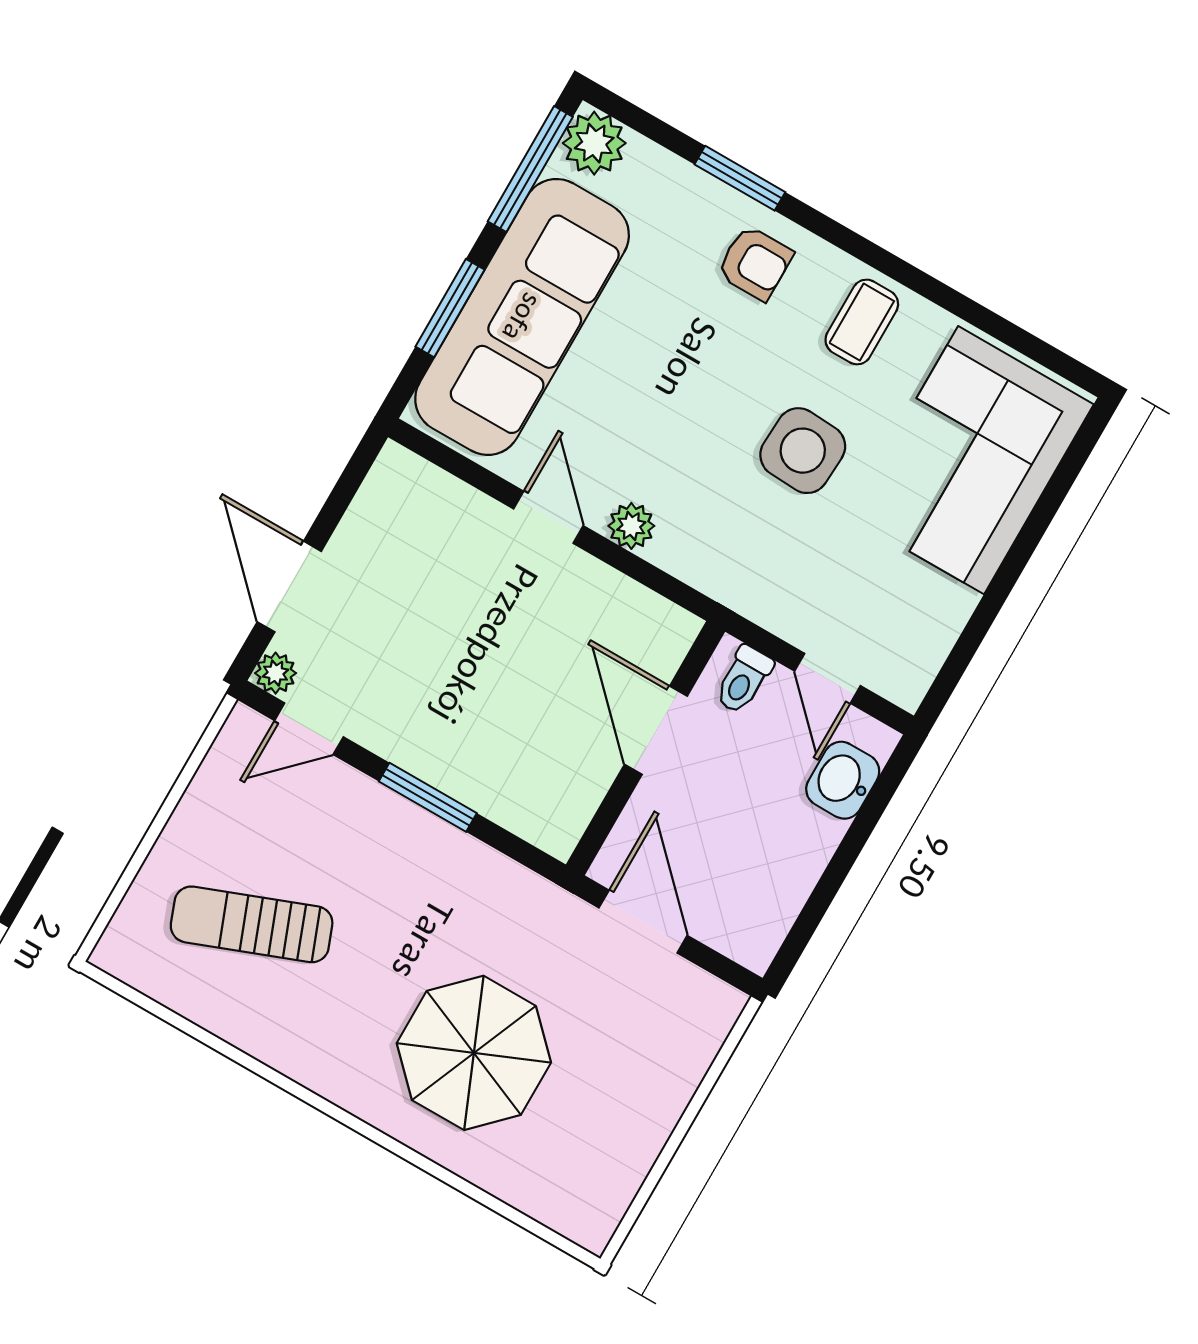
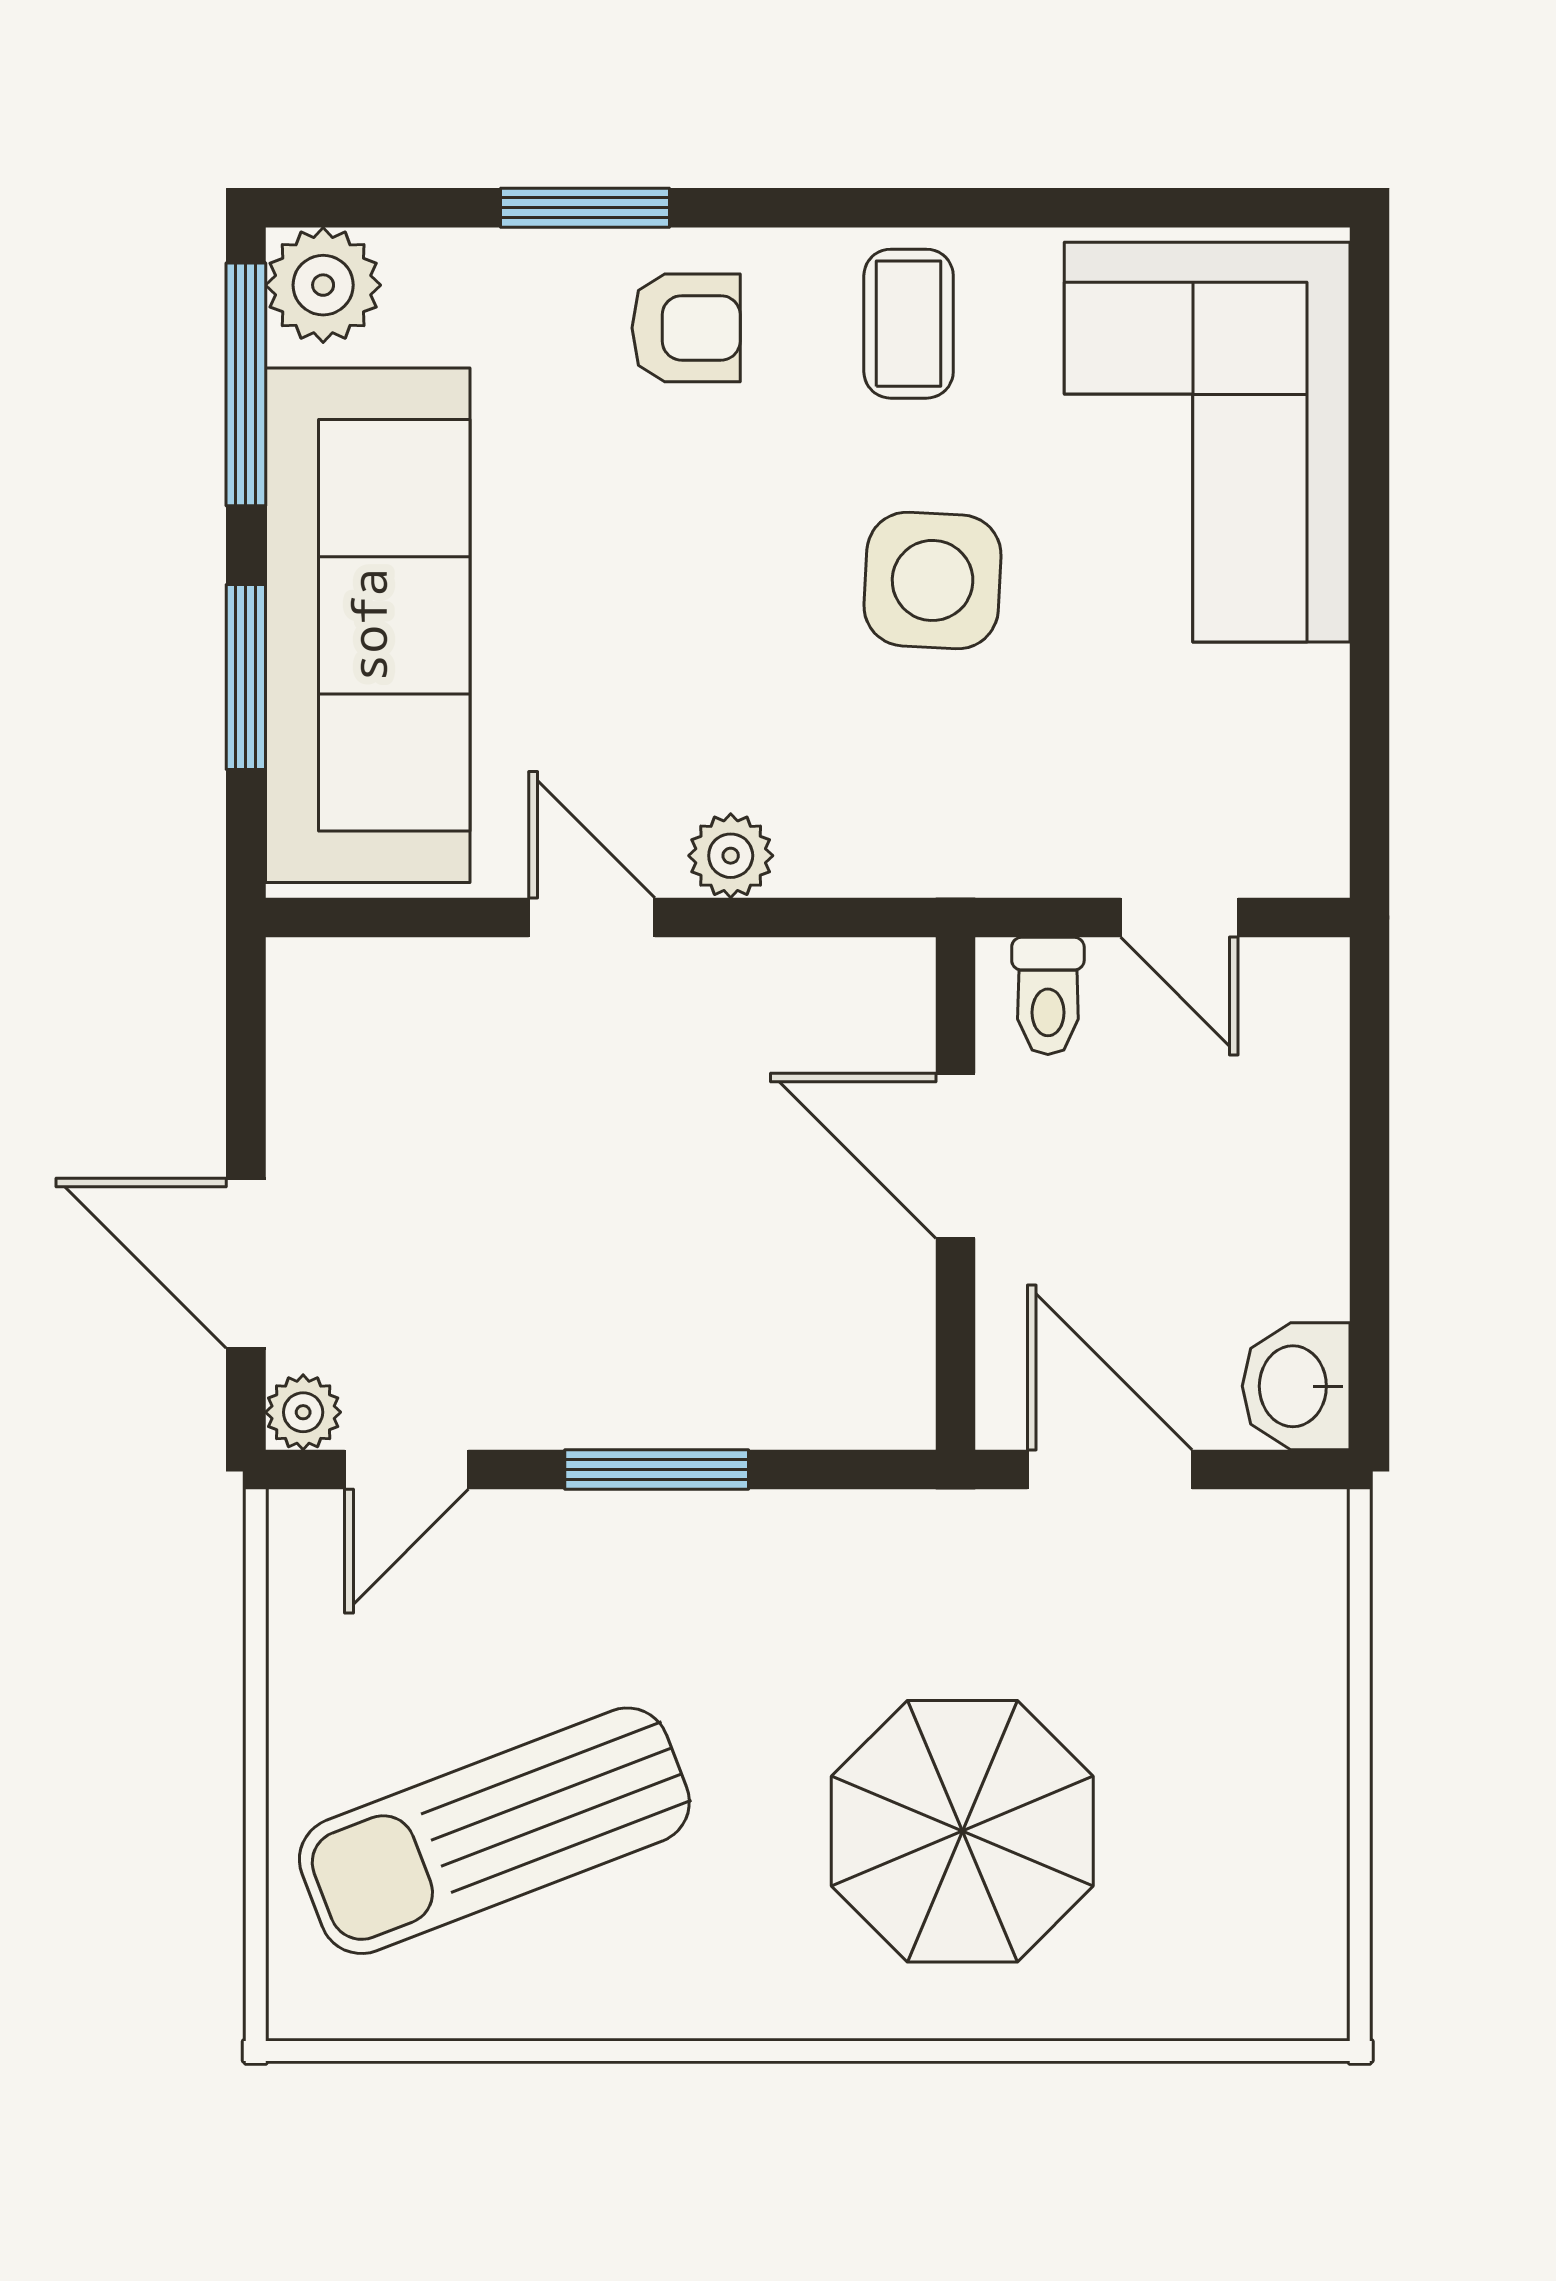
washbasin: (843, 780) -> (1296, 1386), moved
sun lounger: (252, 924) -> (494, 1831), width x1.36, depth x1.34

